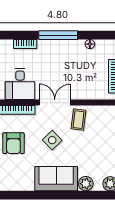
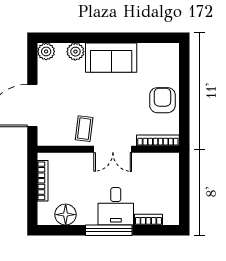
floor lamp: (90, 44) -> (66, 215), width x1.89, depth x1.89
desk: (20, 84) -> (116, 206), moved, turned 180
side table: (52, 140) -> (116, 104), removed

